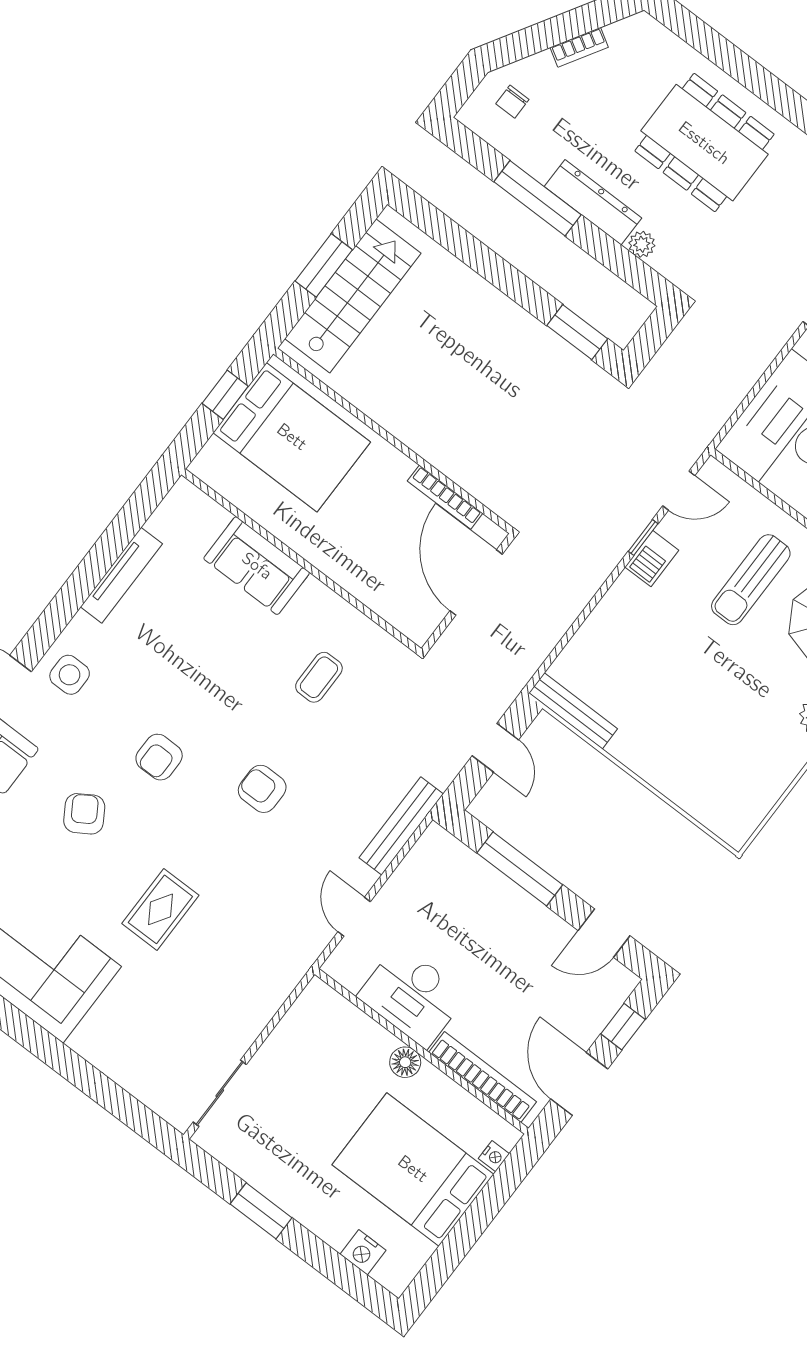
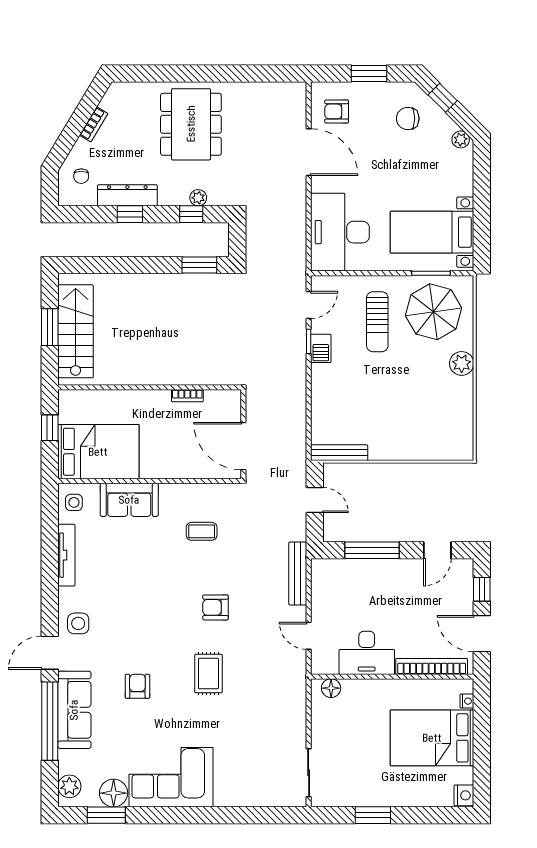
dining table: (704, 143) -> (191, 124), turned 90
window: (538, 198) -> (130, 214), width x0.46
dresser: (593, 202) -> (127, 195), moved
window: (617, 259) -> (191, 214), added
bed: (292, 437) -> (98, 452), moved
bookcase: (445, 497) -> (187, 396), width x0.64
side table: (183, 515) -> (74, 502), added
door: (476, 582) -> (243, 446), moved
coffee table: (319, 677) -> (202, 531), turned 90
armchair: (159, 757) -> (153, 630), removed
armchair: (84, 814) -> (137, 686), turned 32
rug: (160, 909) -> (208, 674), moved
floor lamp: (405, 1062) -> (331, 688), moved
nightstand: (363, 1252) -> (464, 795), moved, turned -90

